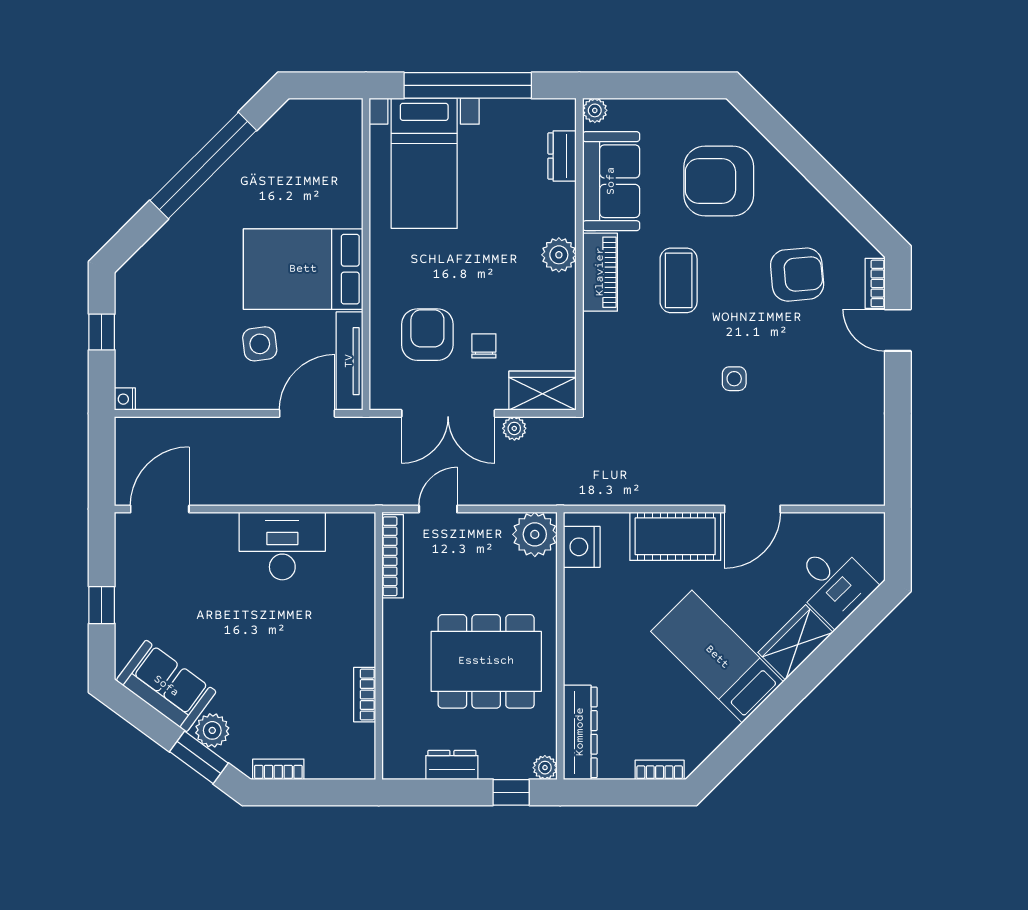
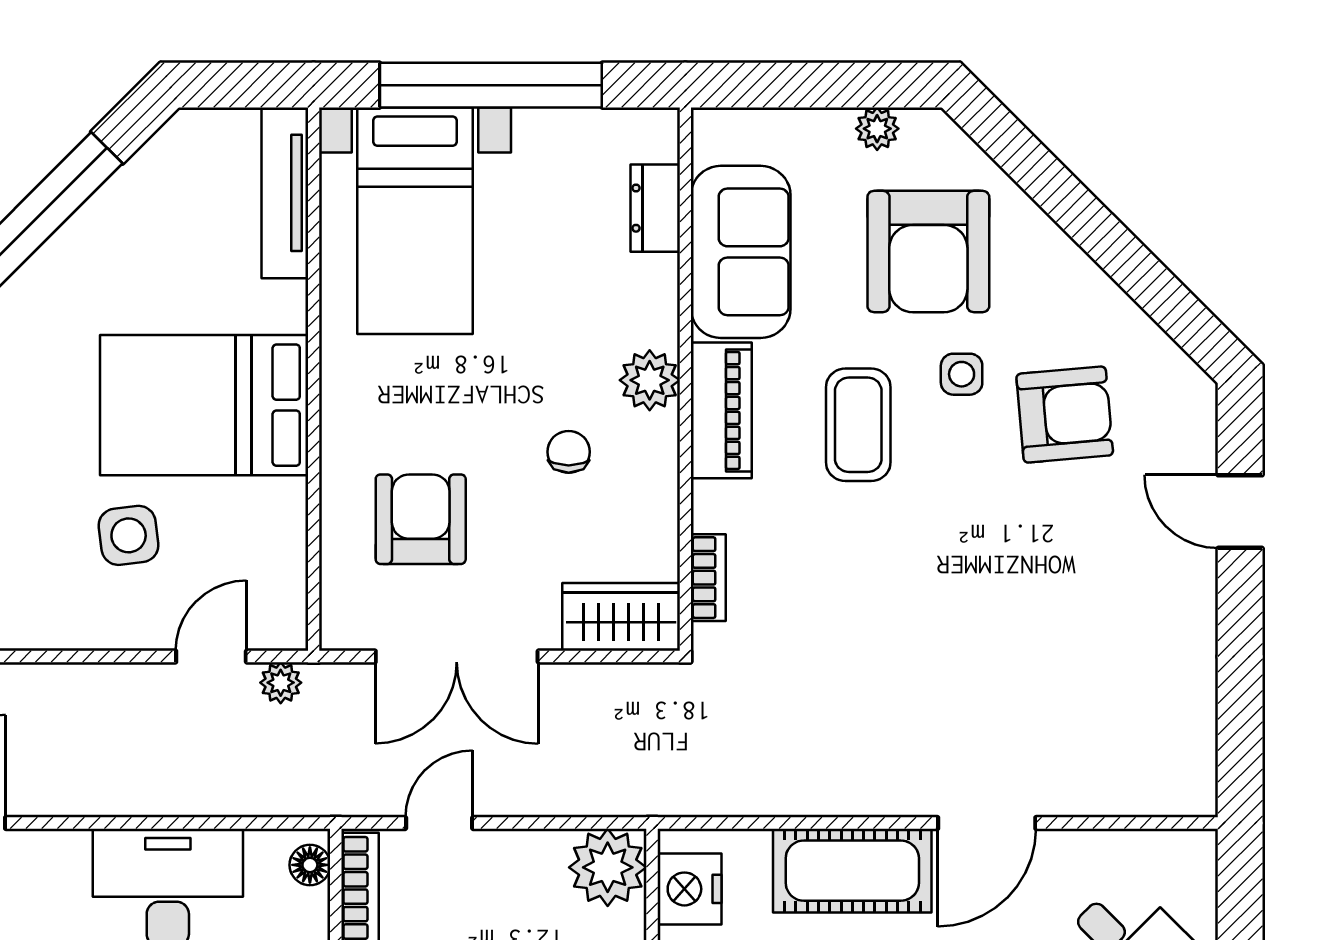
plant: (595, 110) -> (877, 129), moved
armchair: (719, 181) -> (928, 252), turned -90
bookcase: (875, 283) -> (708, 578), moved, turned 180
chair: (484, 346) -> (569, 452), moved
tv unit: (349, 361) -> (285, 193), moved
side table: (734, 379) -> (962, 374), moved
door: (307, 413) -> (211, 657), width x0.73
plant: (514, 428) -> (281, 683), moved
floor lamp: (364, 533) -> (310, 865), added

